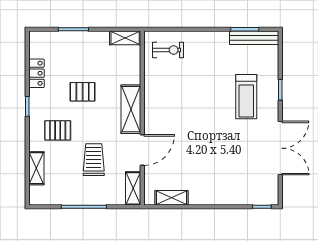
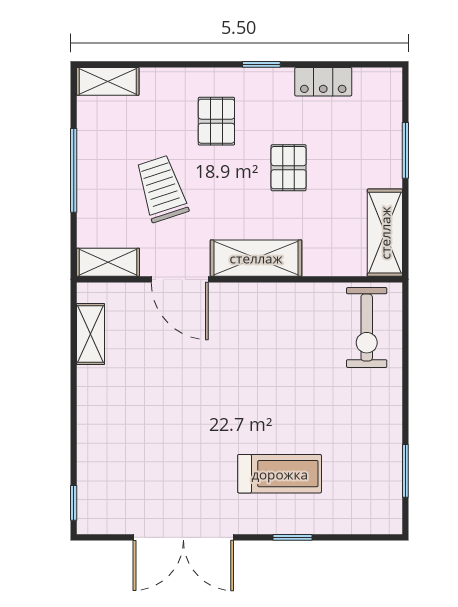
shelving: (125, 38) -> (385, 233), width x1.50, depth x1.33
bench: (254, 38) -> (389, 489), removed
exercise bike: (168, 50) -> (367, 327), width x1.38, depth x1.39
treadmill: (246, 97) -> (280, 474), turned 180
trolley: (94, 160) -> (162, 189), turned -108
shelving: (36, 168) -> (108, 81), moved

